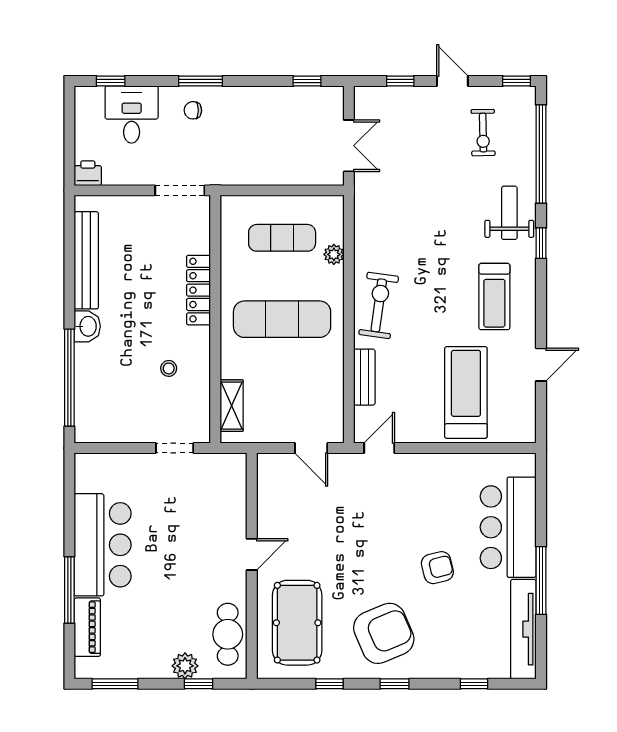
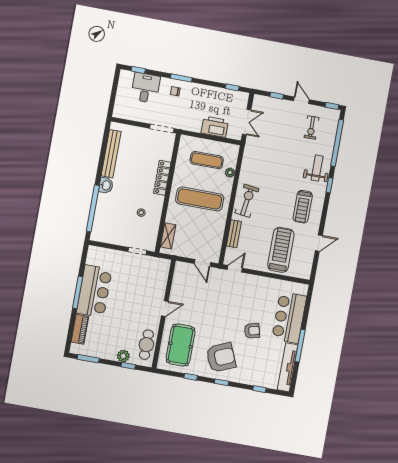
printer: (88, 173) -> (215, 127), moved, width x1.87, depth x1.48
window: (69, 590) -> (78, 292), moved

